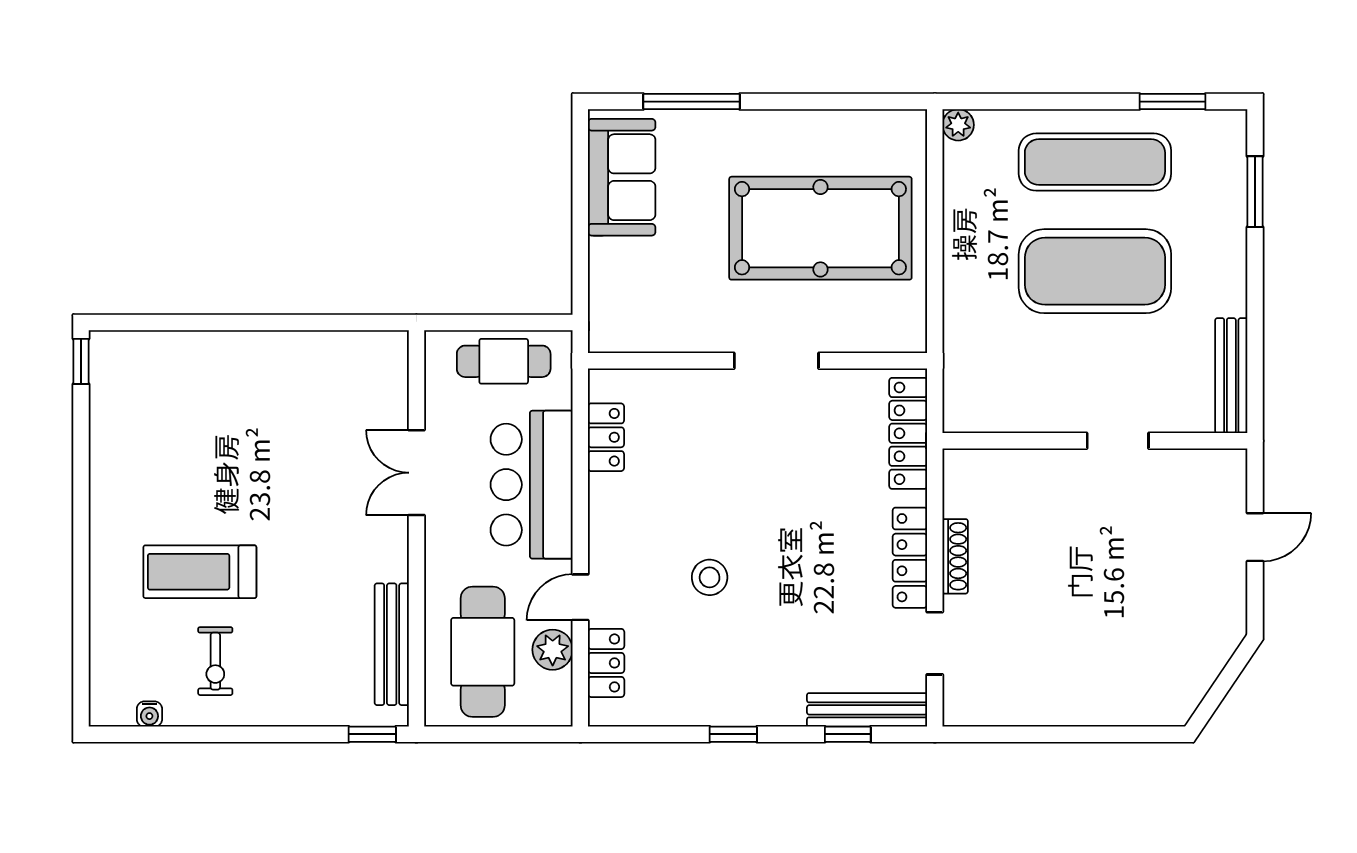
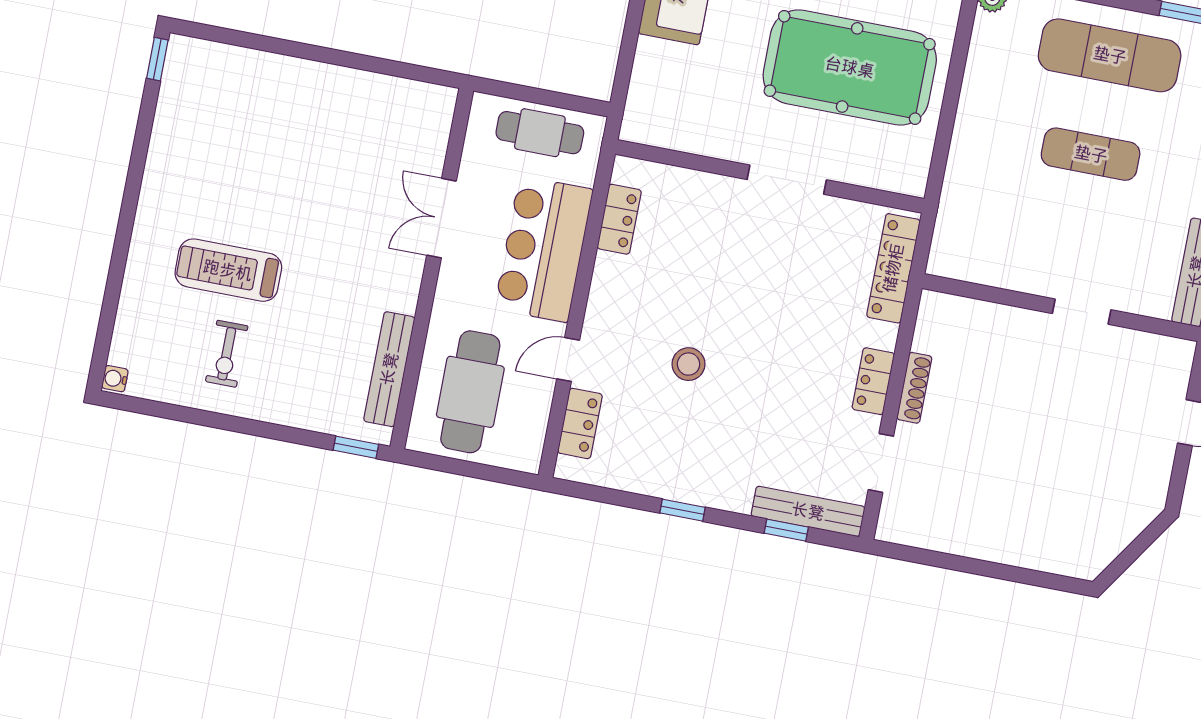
exercise mat: (1095, 271) -> (1091, 154), width x0.50, depth x0.69
locker: (910, 558) -> (873, 381), width x0.66
plant: (553, 650) -> (534, 402), removed
water cooler: (149, 714) -> (115, 379), moved, turned 90

